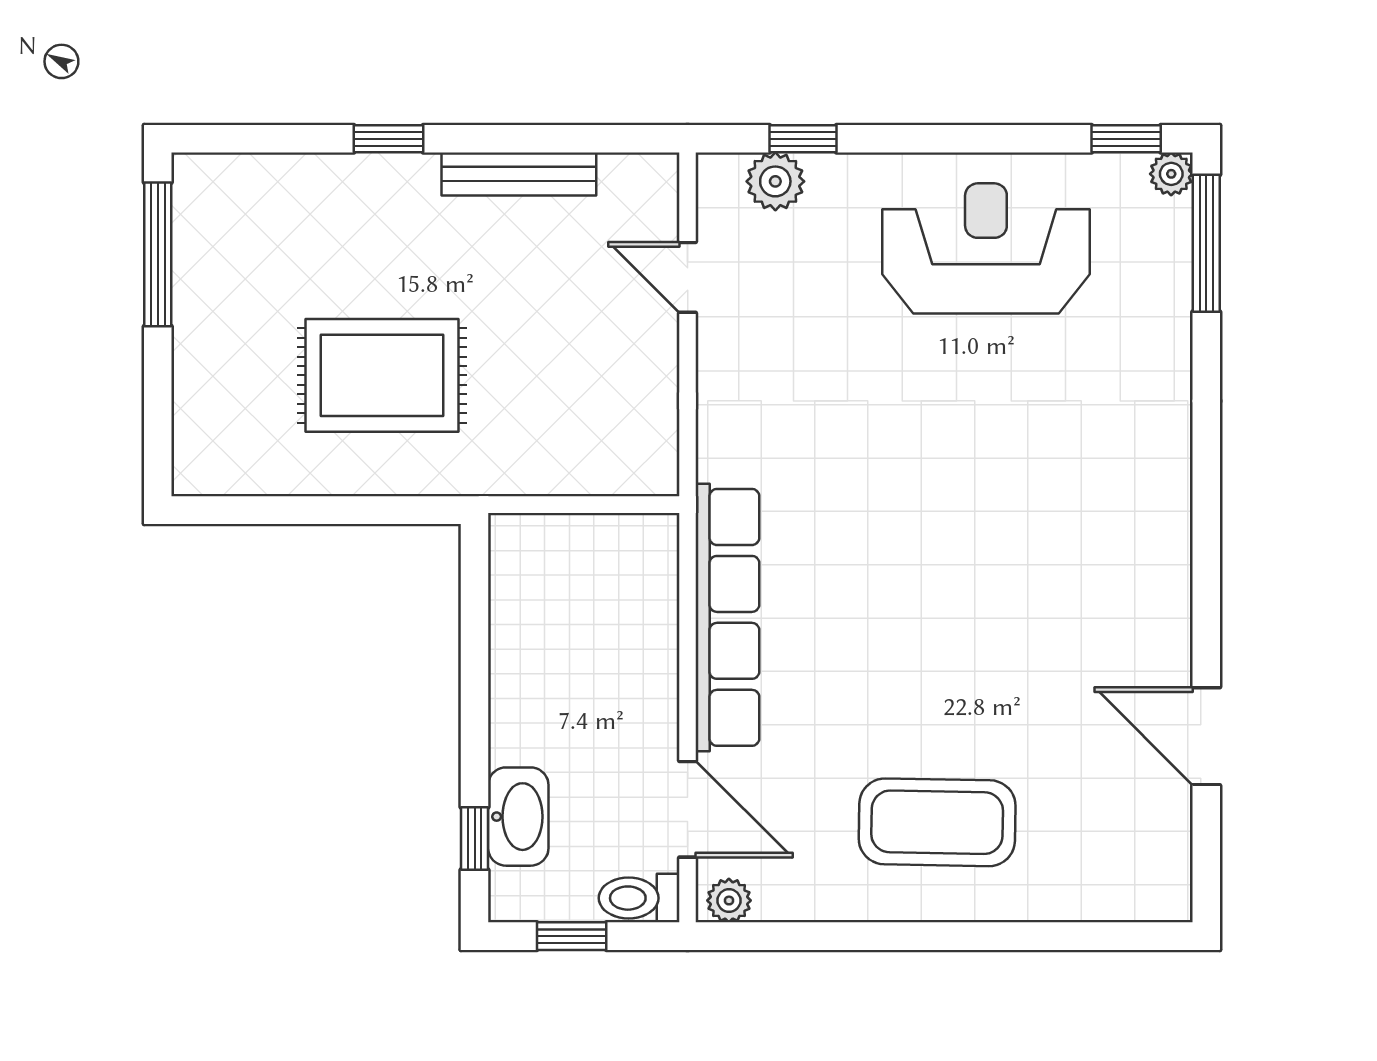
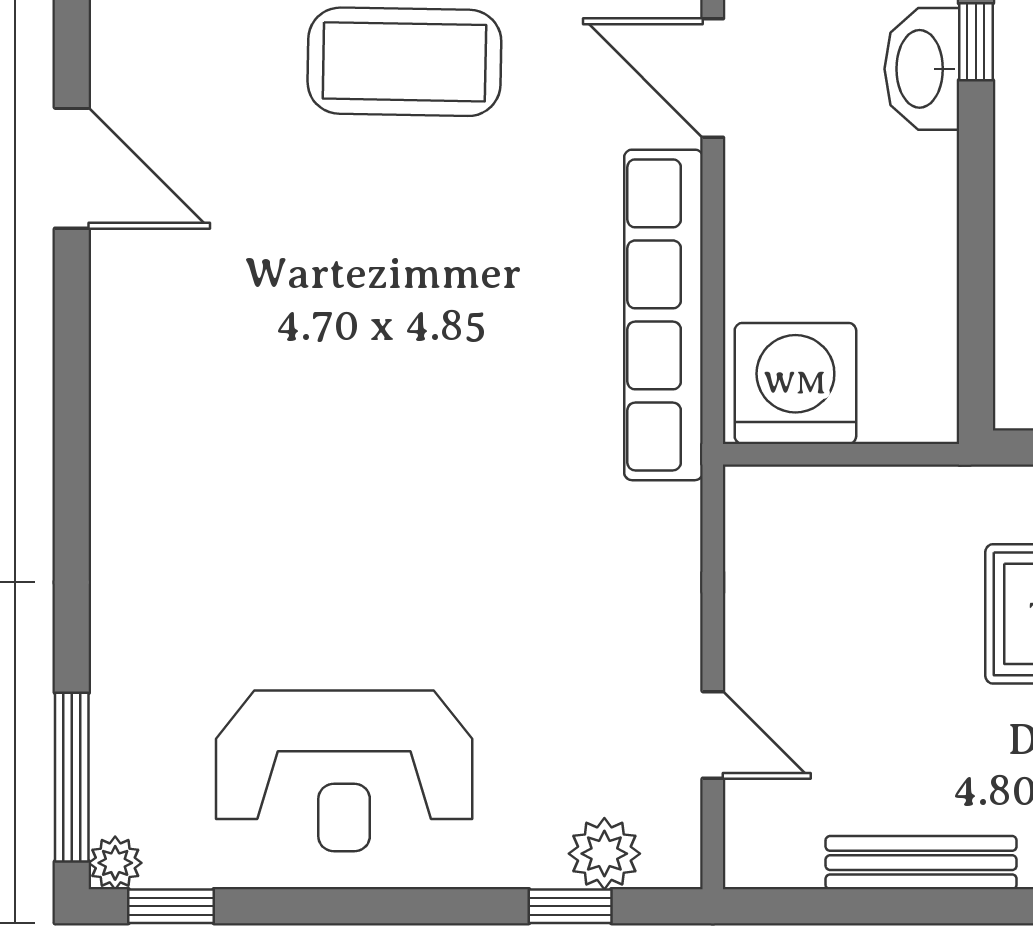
washing machine: (621, 562) -> (795, 383), added

